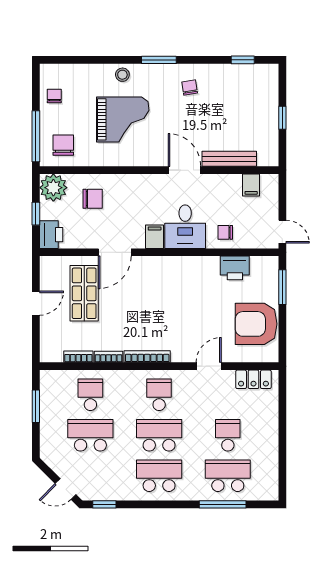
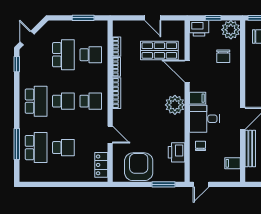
plant: (165, 270) -> (175, 105), added
school desk: (159, 435) -> (63, 101), width x0.54

